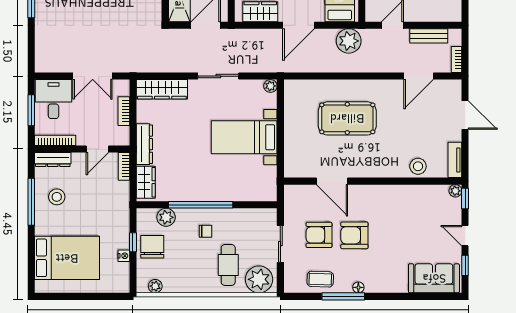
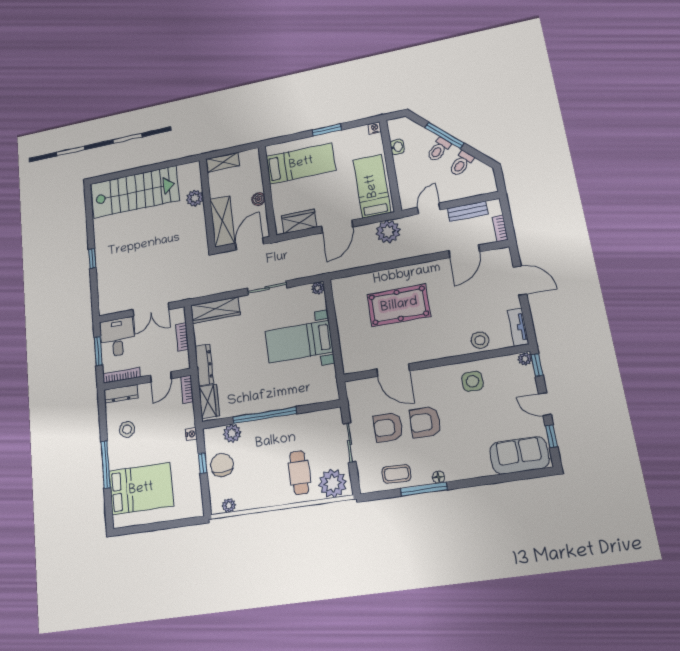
window: (31, 202) -> (106, 464), moved
side table: (404, 204) -> (472, 381), added
chair: (205, 231) -> (272, 441), removed
nightstand: (124, 256) -> (191, 434), moved

